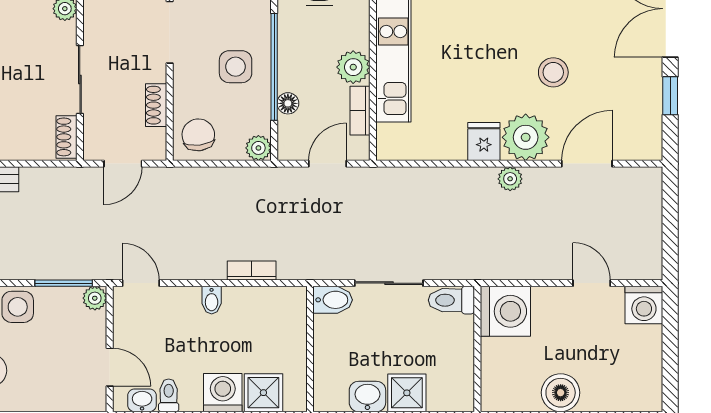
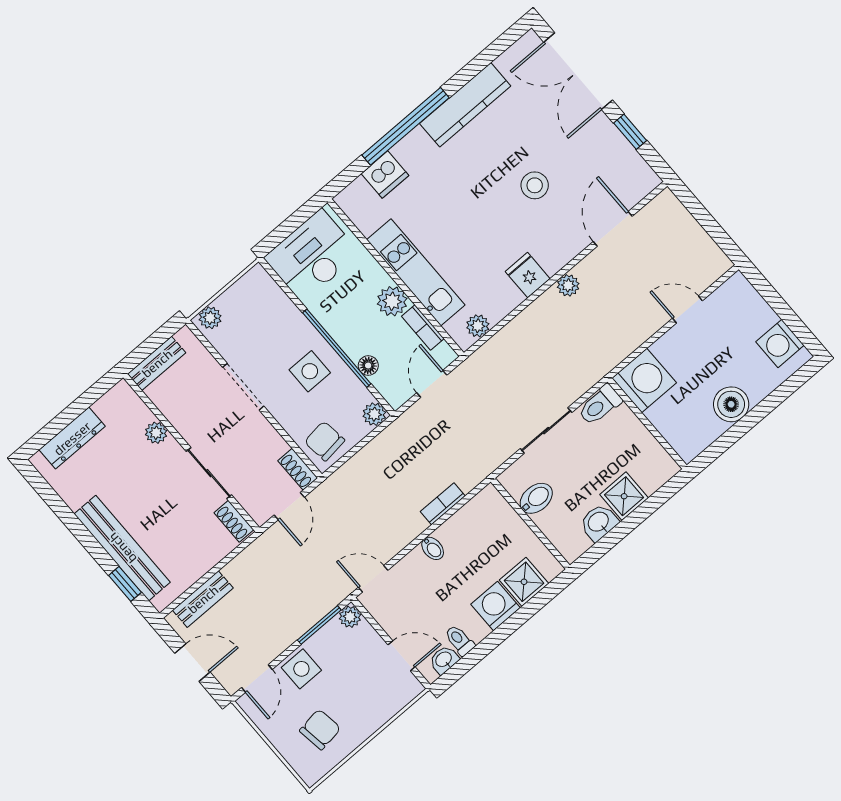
shoe rack: (156, 105) -> (298, 469), moved
plant: (526, 137) -> (478, 326), moved, width x0.53, depth x0.53
bidet: (333, 300) -> (536, 498), moved
washing machine: (644, 305) -> (780, 344), moved, turned 90

